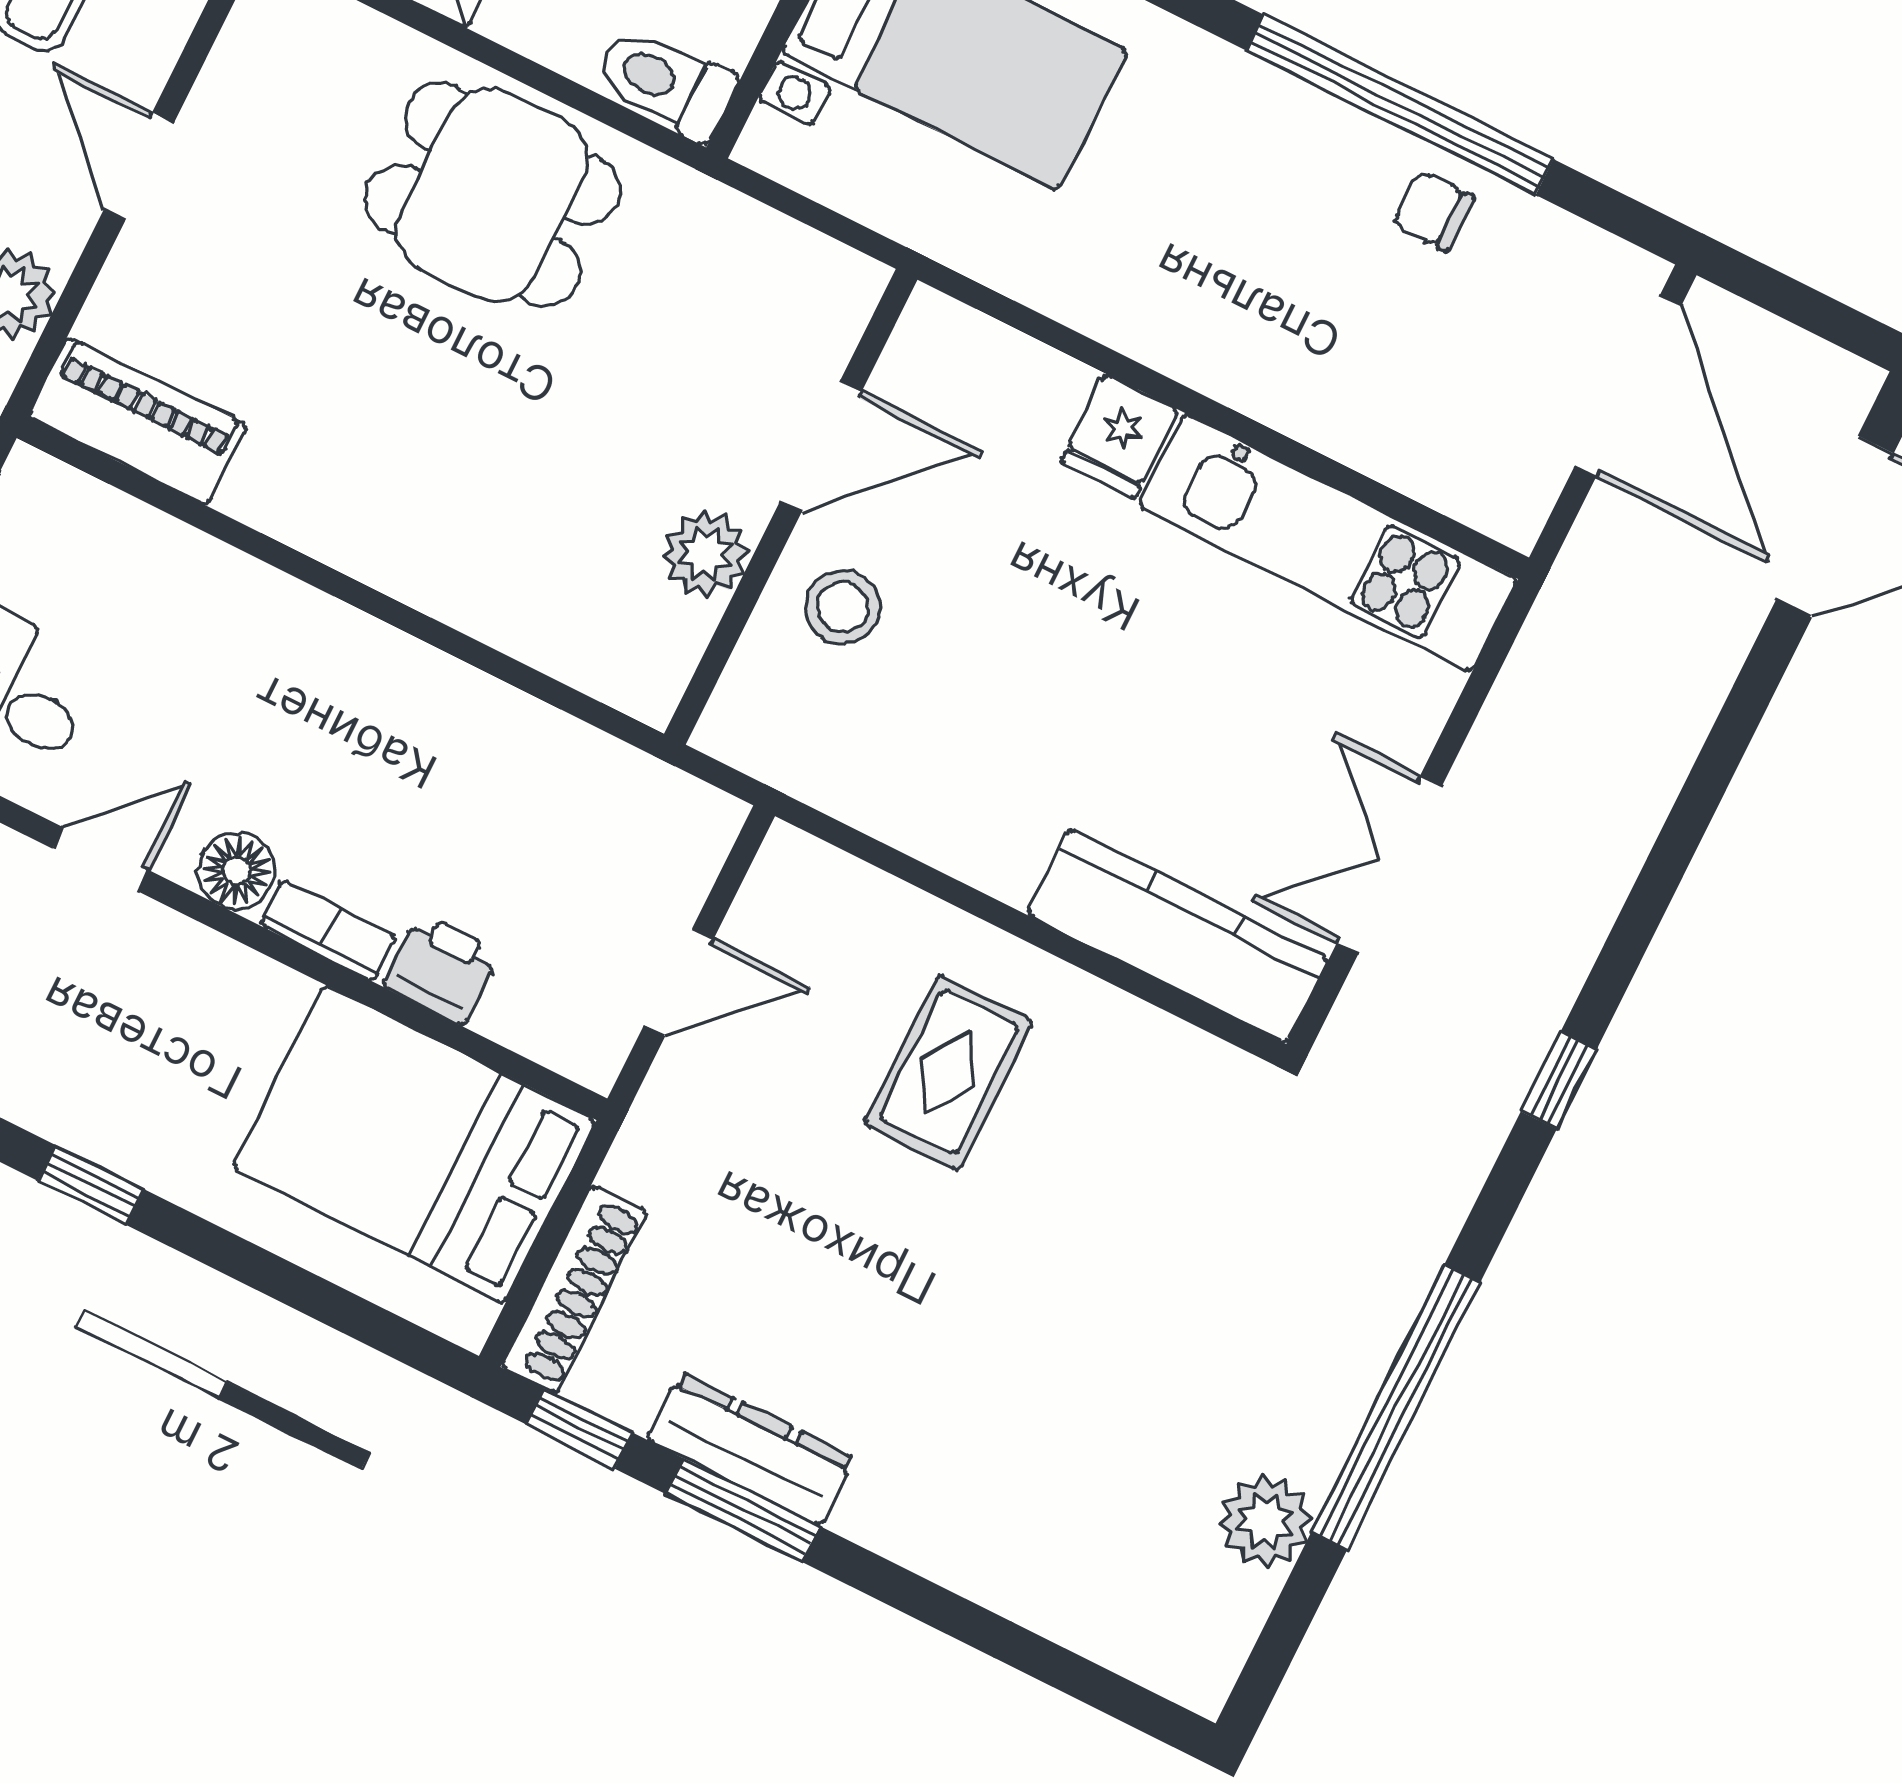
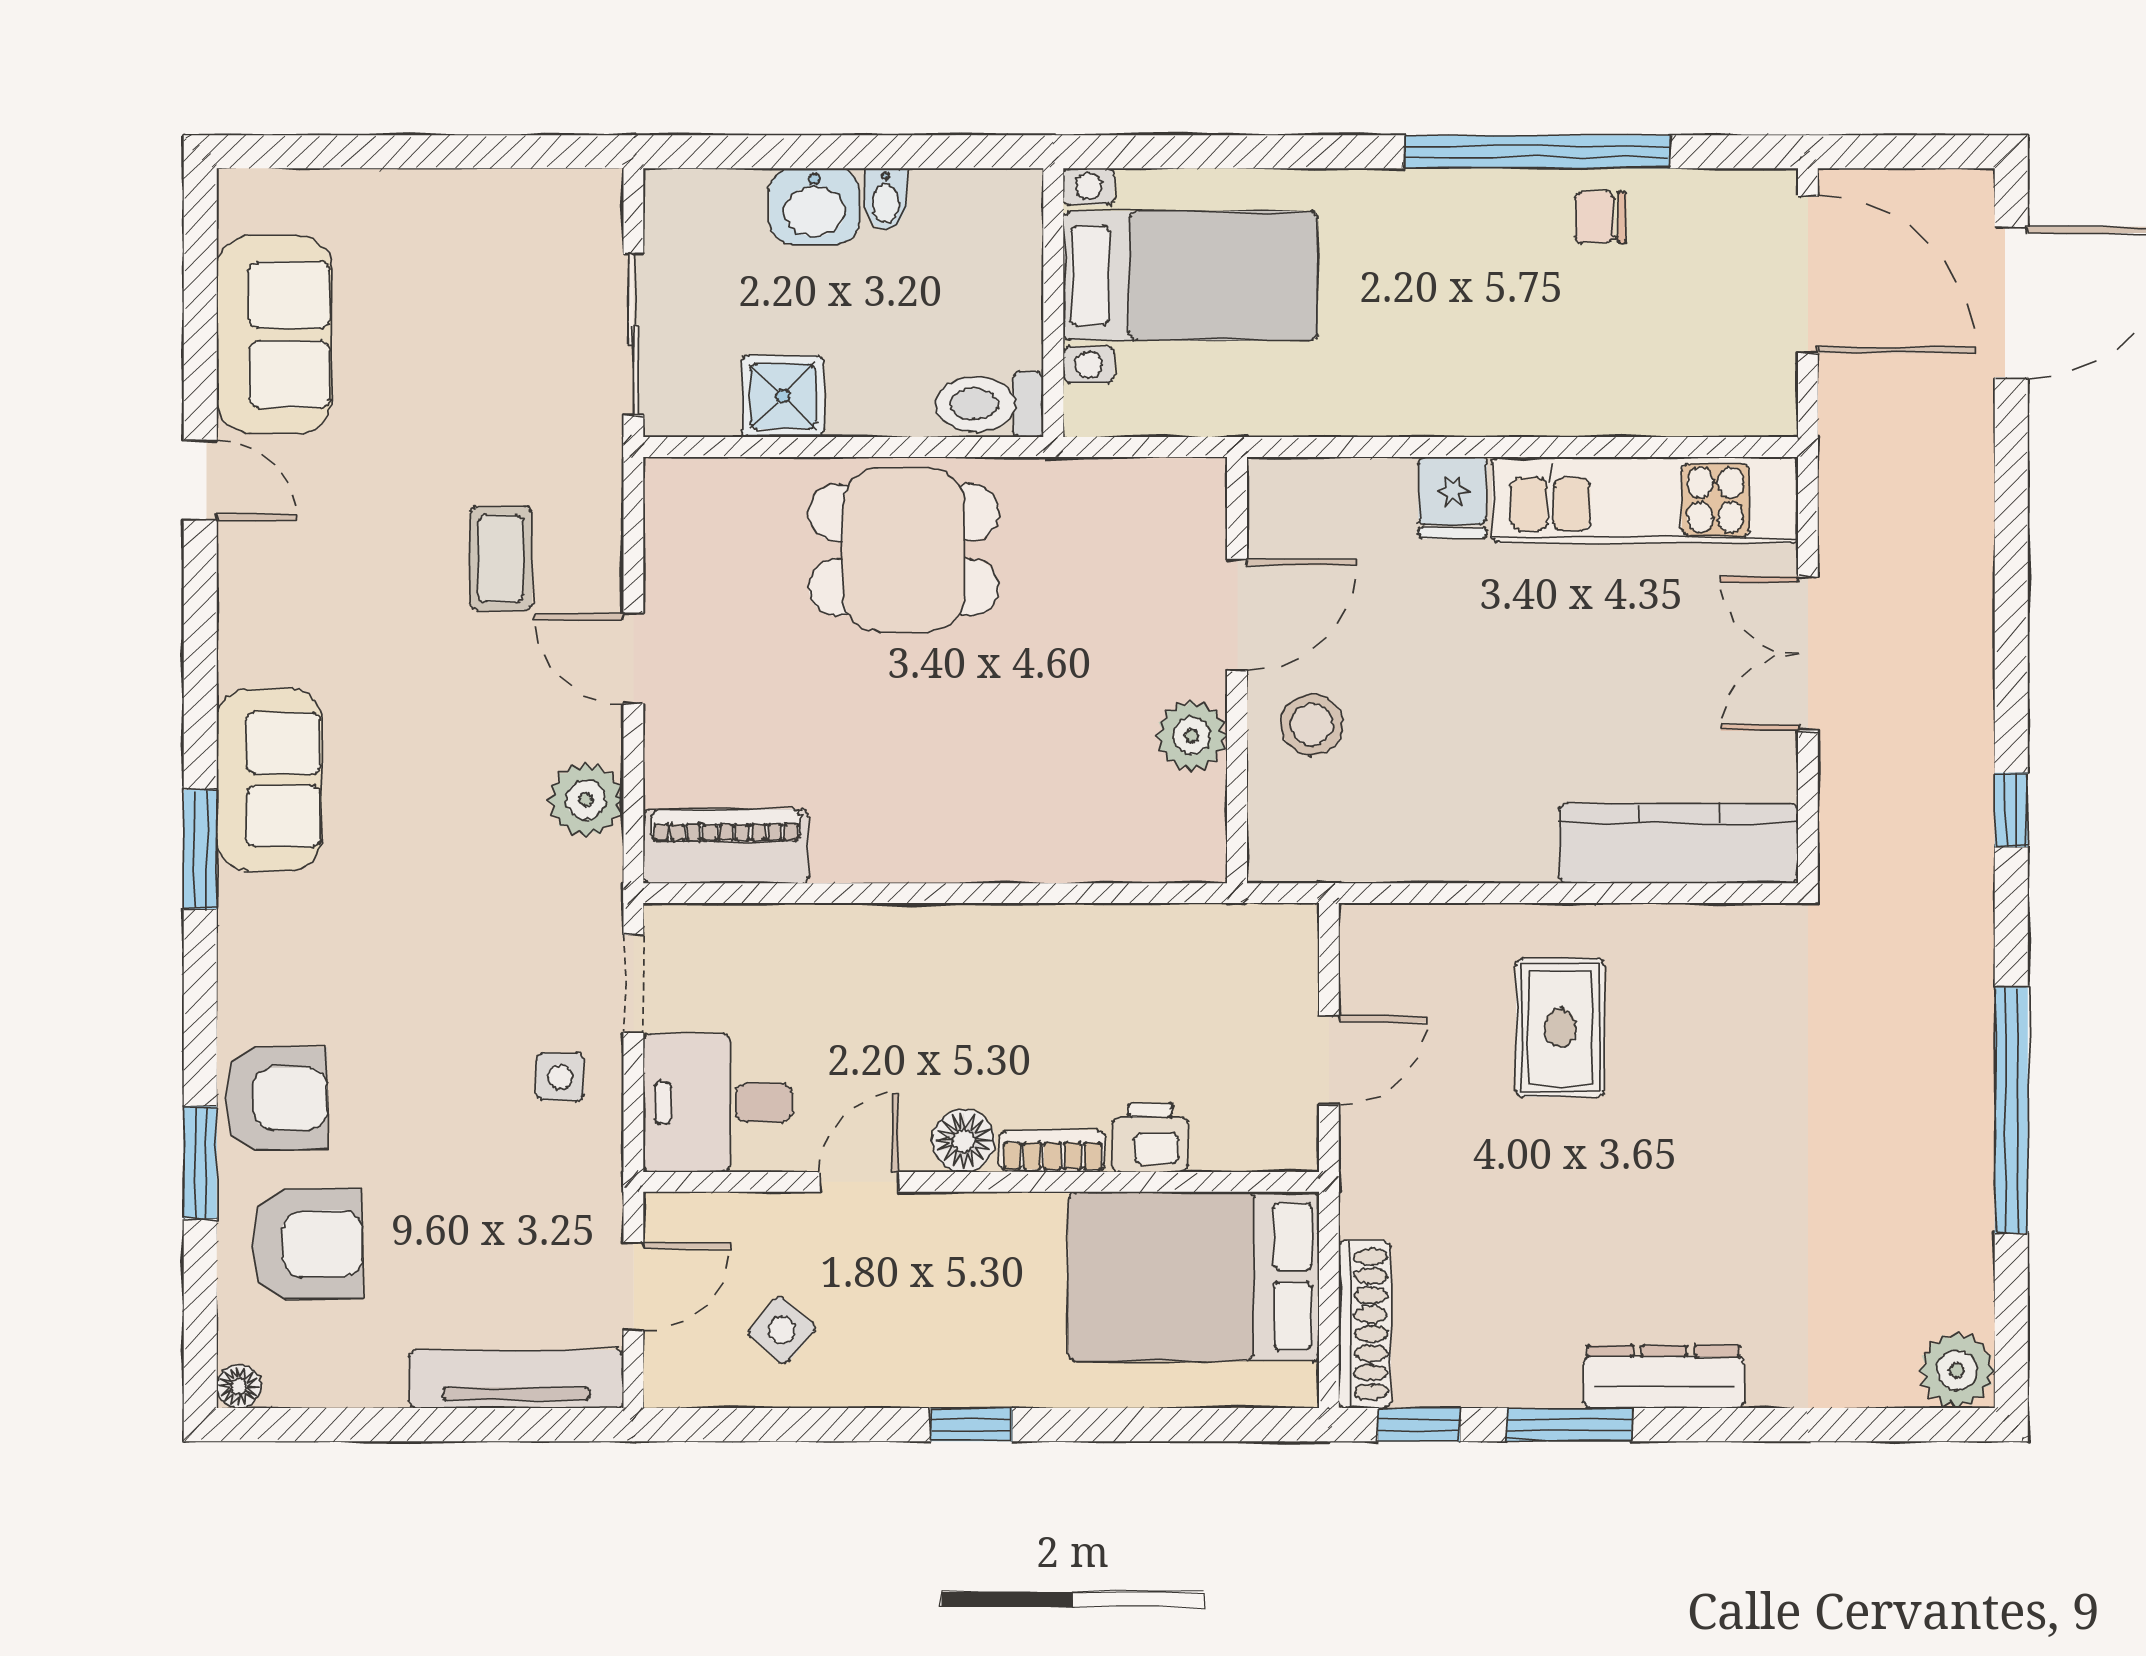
double door: (1389, 865) -> (1808, 654), moved
dresser: (750, 1449) -> (1664, 1377), moved
plant: (1265, 1521) -> (1957, 1370), moved

